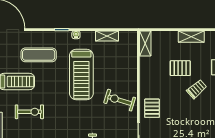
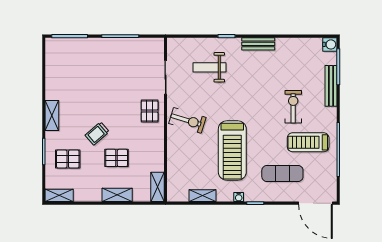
shelving: (191, 37) -> (117, 195), moved
treadmill: (81, 75) -> (232, 151), turned 180
exercise bike: (29, 112) -> (293, 107), turned 90

